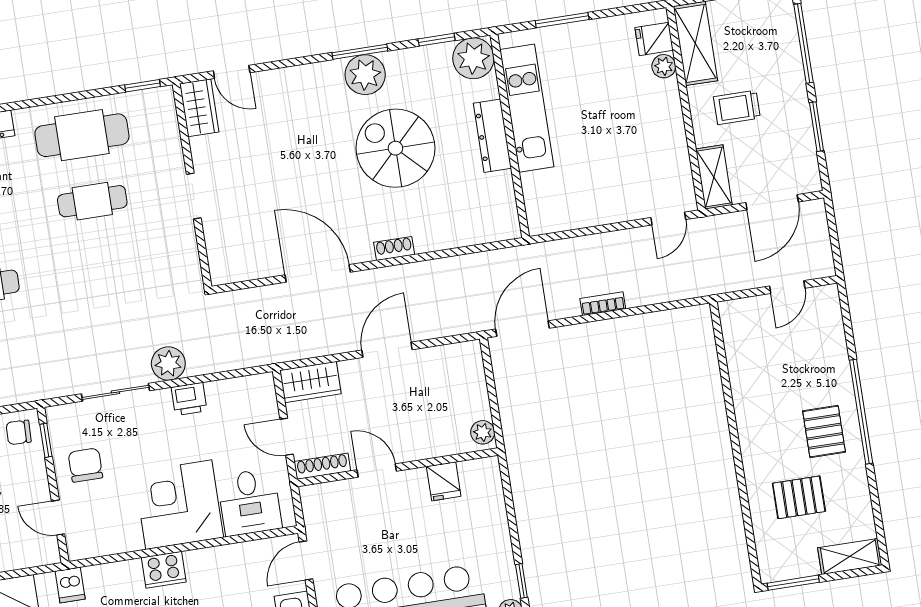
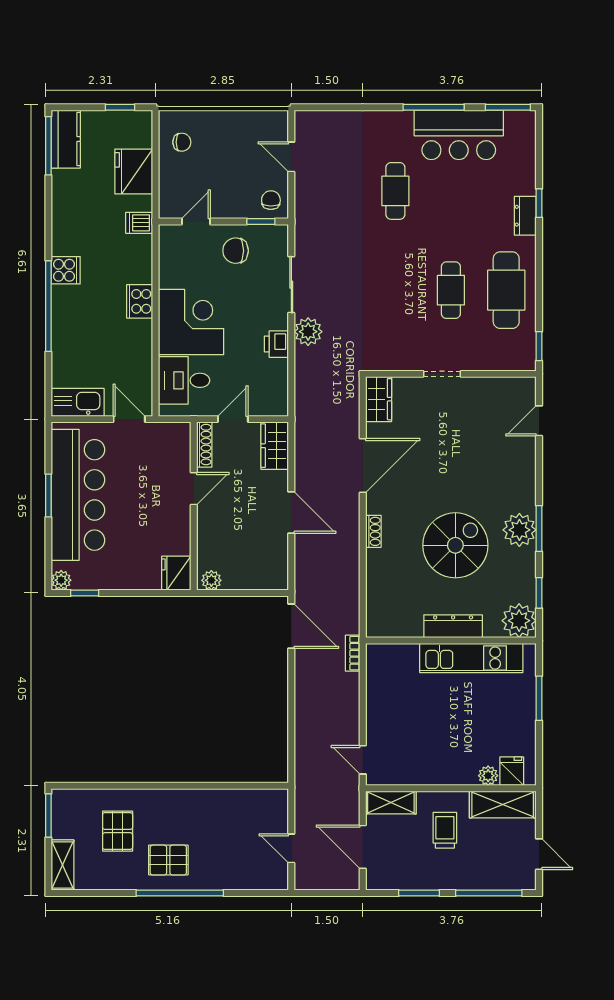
wardrobe: (199, 108) -> (379, 399), moved, turned -90
bookcase: (603, 304) -> (353, 653), moved, turned 180
chair: (85, 465) -> (236, 251), turned 180
fridge: (444, 481) -> (176, 573), moved, width x1.38

